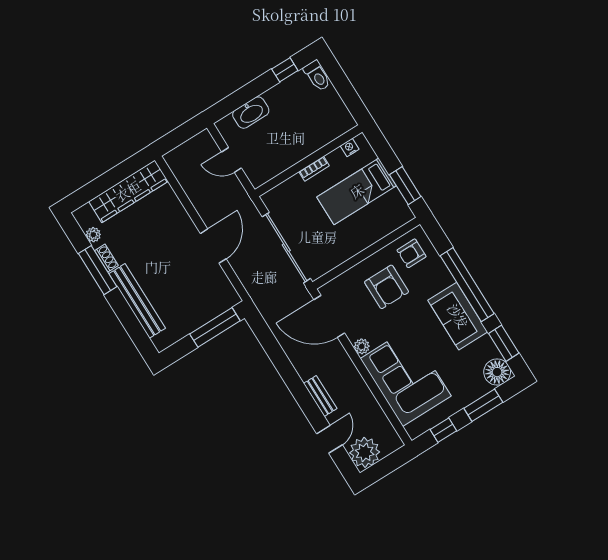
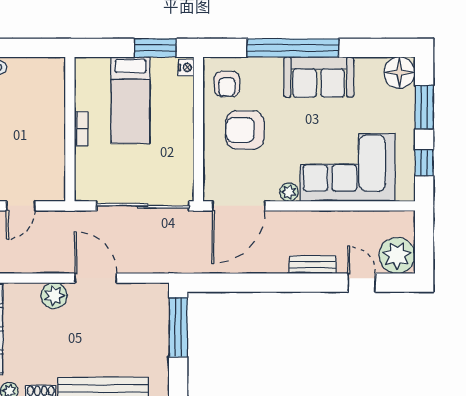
nightstand: (350, 148) -> (186, 67), moved, turned 180
plant: (182, 224) -> (54, 296), added
armchair: (387, 287) -> (245, 130), turned 180
window: (504, 343) -> (375, 48), removed

